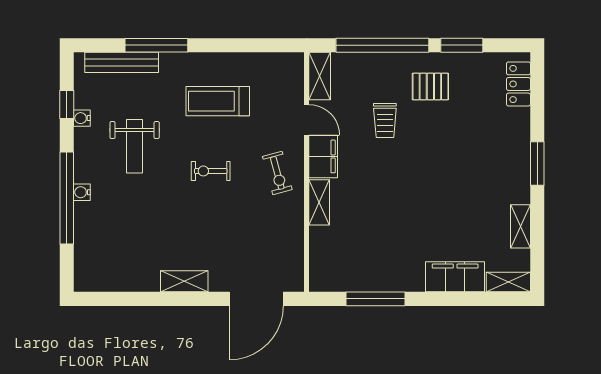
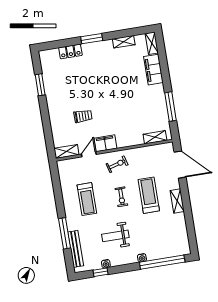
window: (382, 45) -> (46, 123), removed
locker: (518, 84) -> (70, 51), moved
pallet: (430, 86) -> (63, 97), removed
weight bench: (135, 146) -> (115, 236), turned 180
window: (67, 198) -> (162, 262), moved
shelving: (319, 202) -> (155, 137), moved
treadmill: (205, 226) -> (149, 195), added

